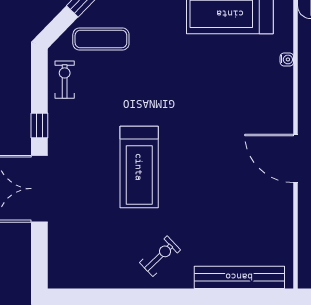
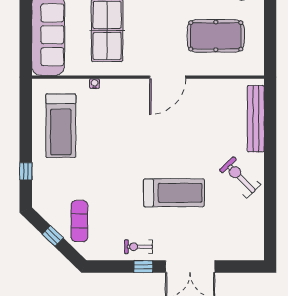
exercise bike: (65, 80) -> (139, 247), moved
exercise bike: (160, 256) -> (240, 177), width x1.38, depth x1.39

